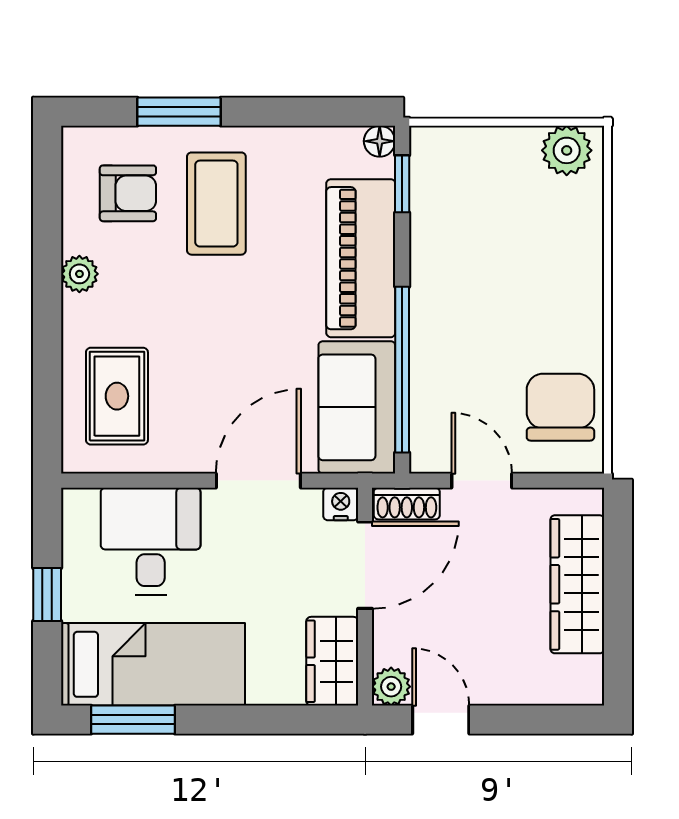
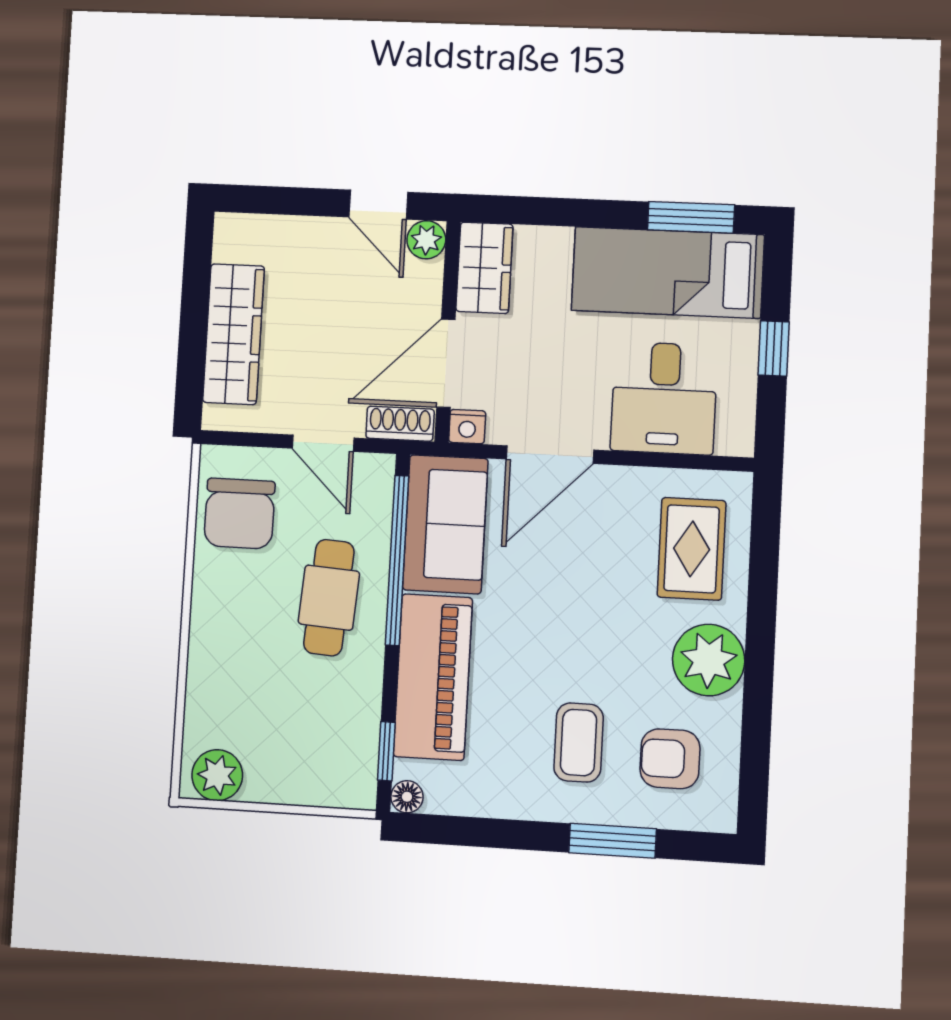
coffee table: (216, 204) -> (579, 743), width x0.73, depth x0.77
plant: (79, 274) -> (709, 660), width x1.87, depth x1.87
cafe table: (467, 330) -> (329, 598), added

